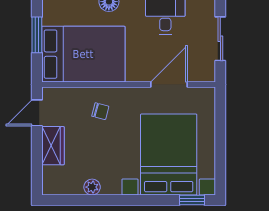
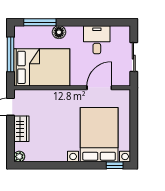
window: (37, 35) -> (11, 54), width x1.44
chair: (100, 111) -> (53, 106), removed
plant: (92, 187) -> (19, 157), moved

